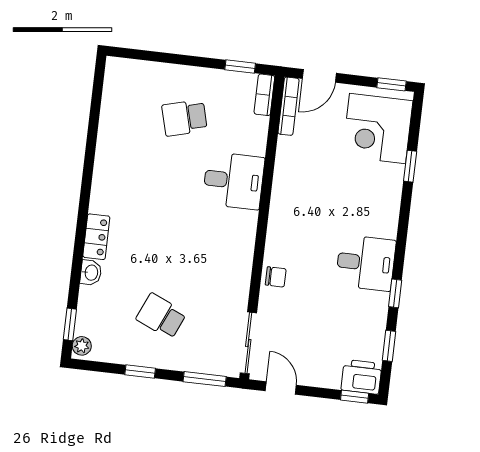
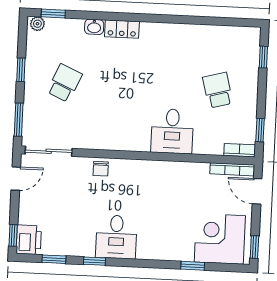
window: (146, 55) -> (263, 57), added

